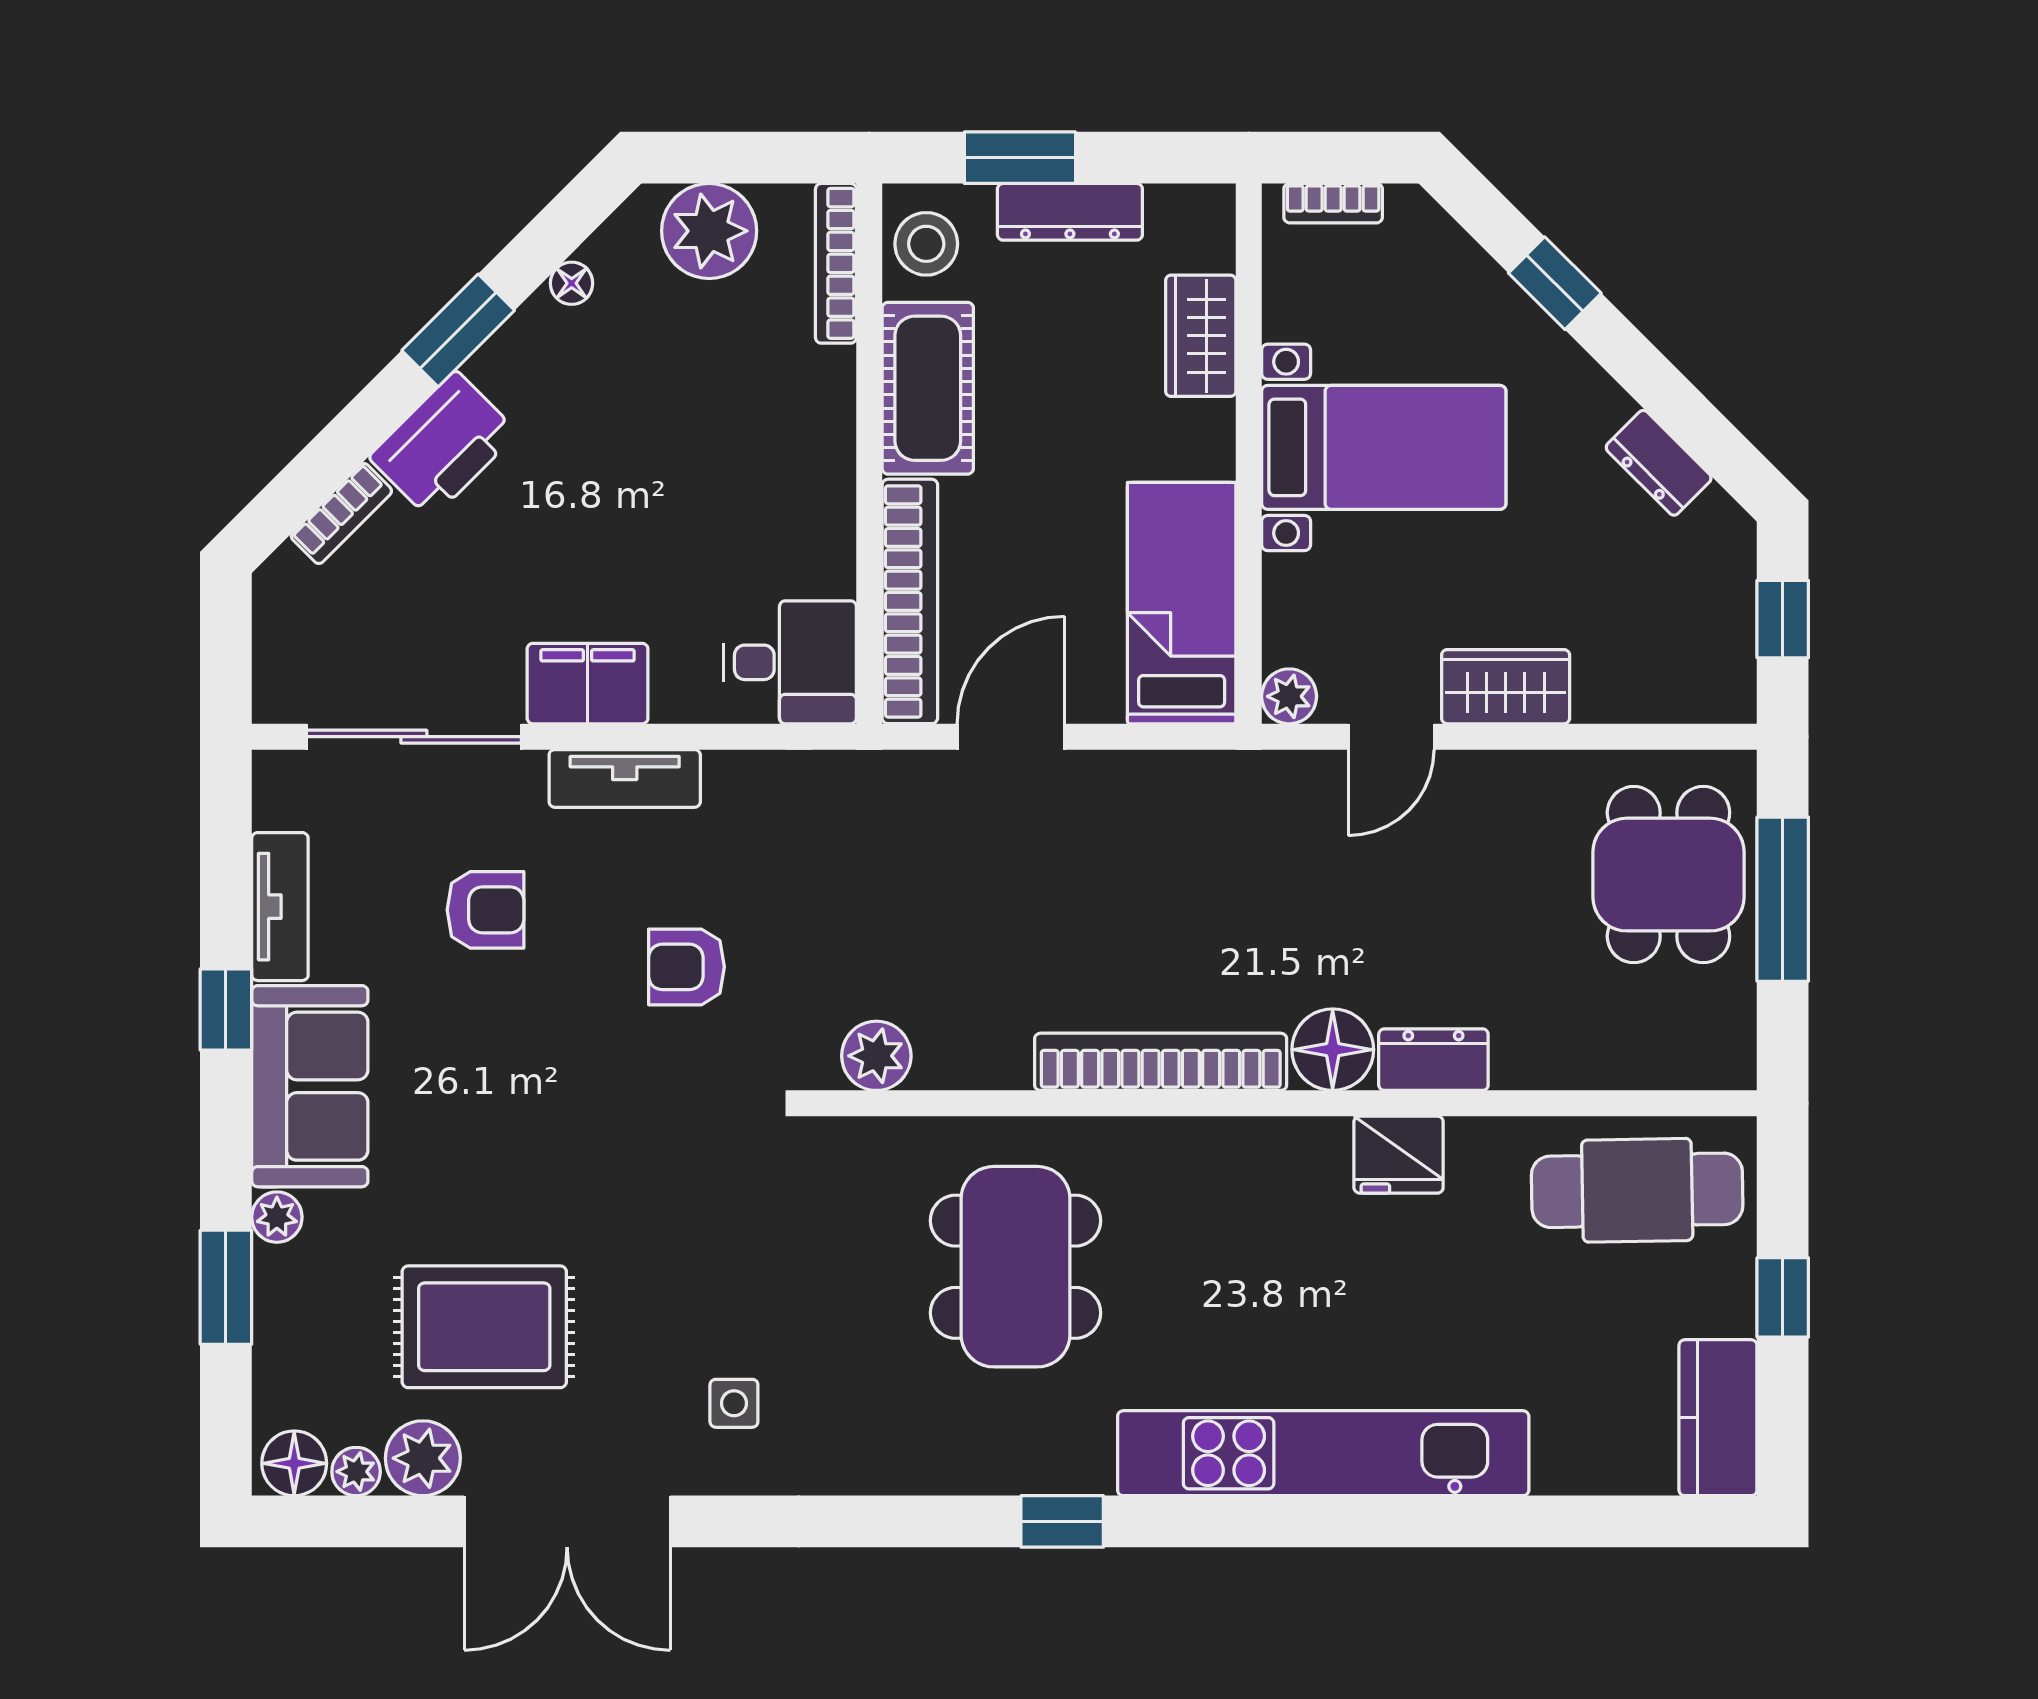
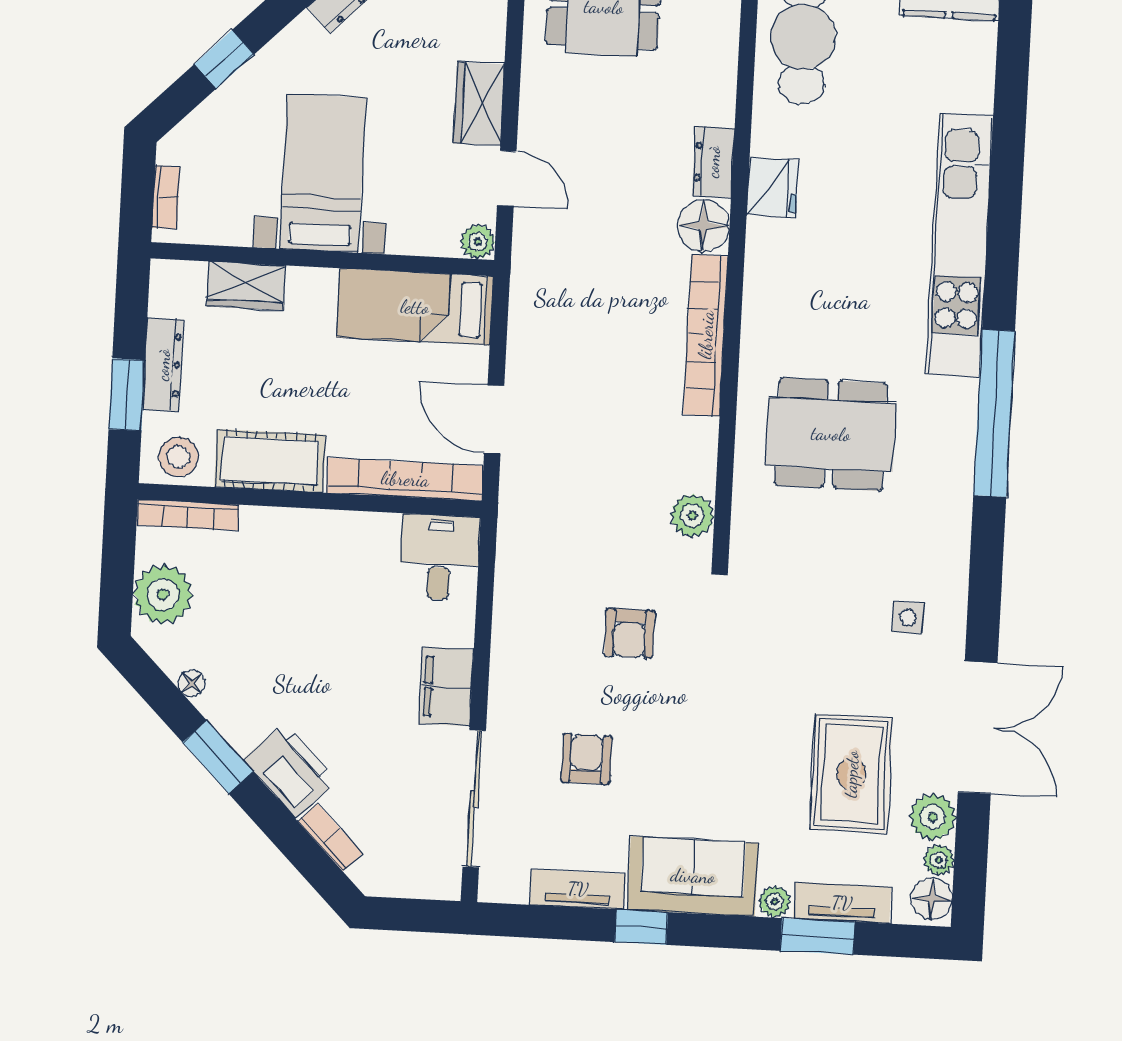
tv unit: (625, 778) -> (842, 903), moved, turned -90
window: (1062, 1521) -> (994, 413), width x3.17

